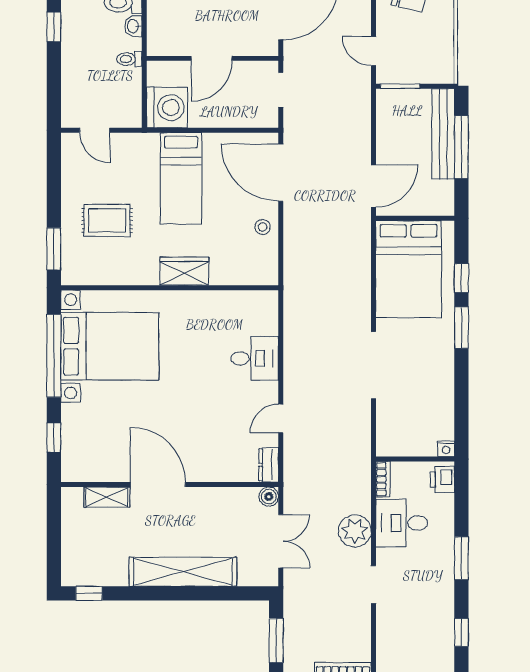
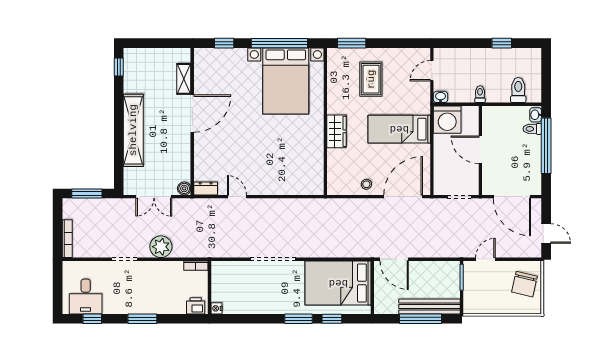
washbasin: (133, 26) -> (441, 97), moved
desk: (255, 358) -> (278, 179), removed
desk: (402, 523) -> (86, 297), moved, turned 180

